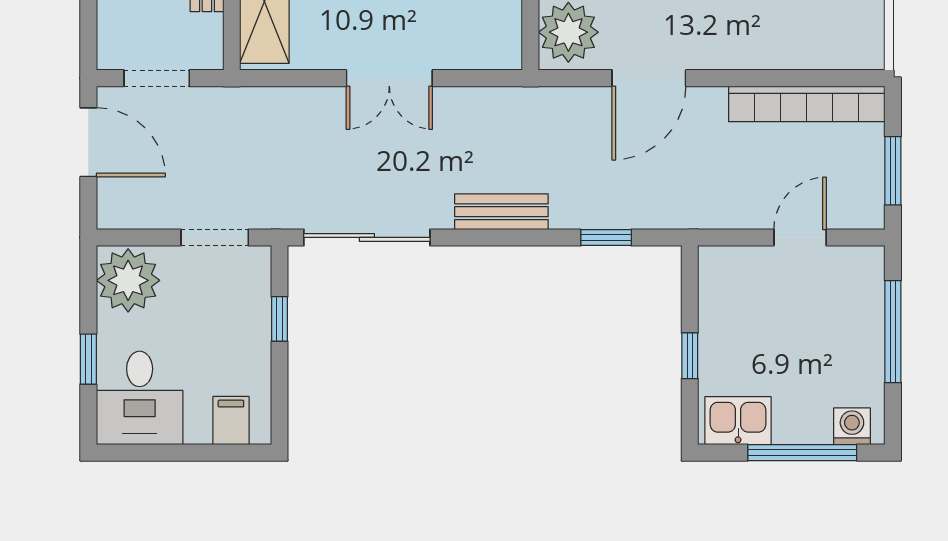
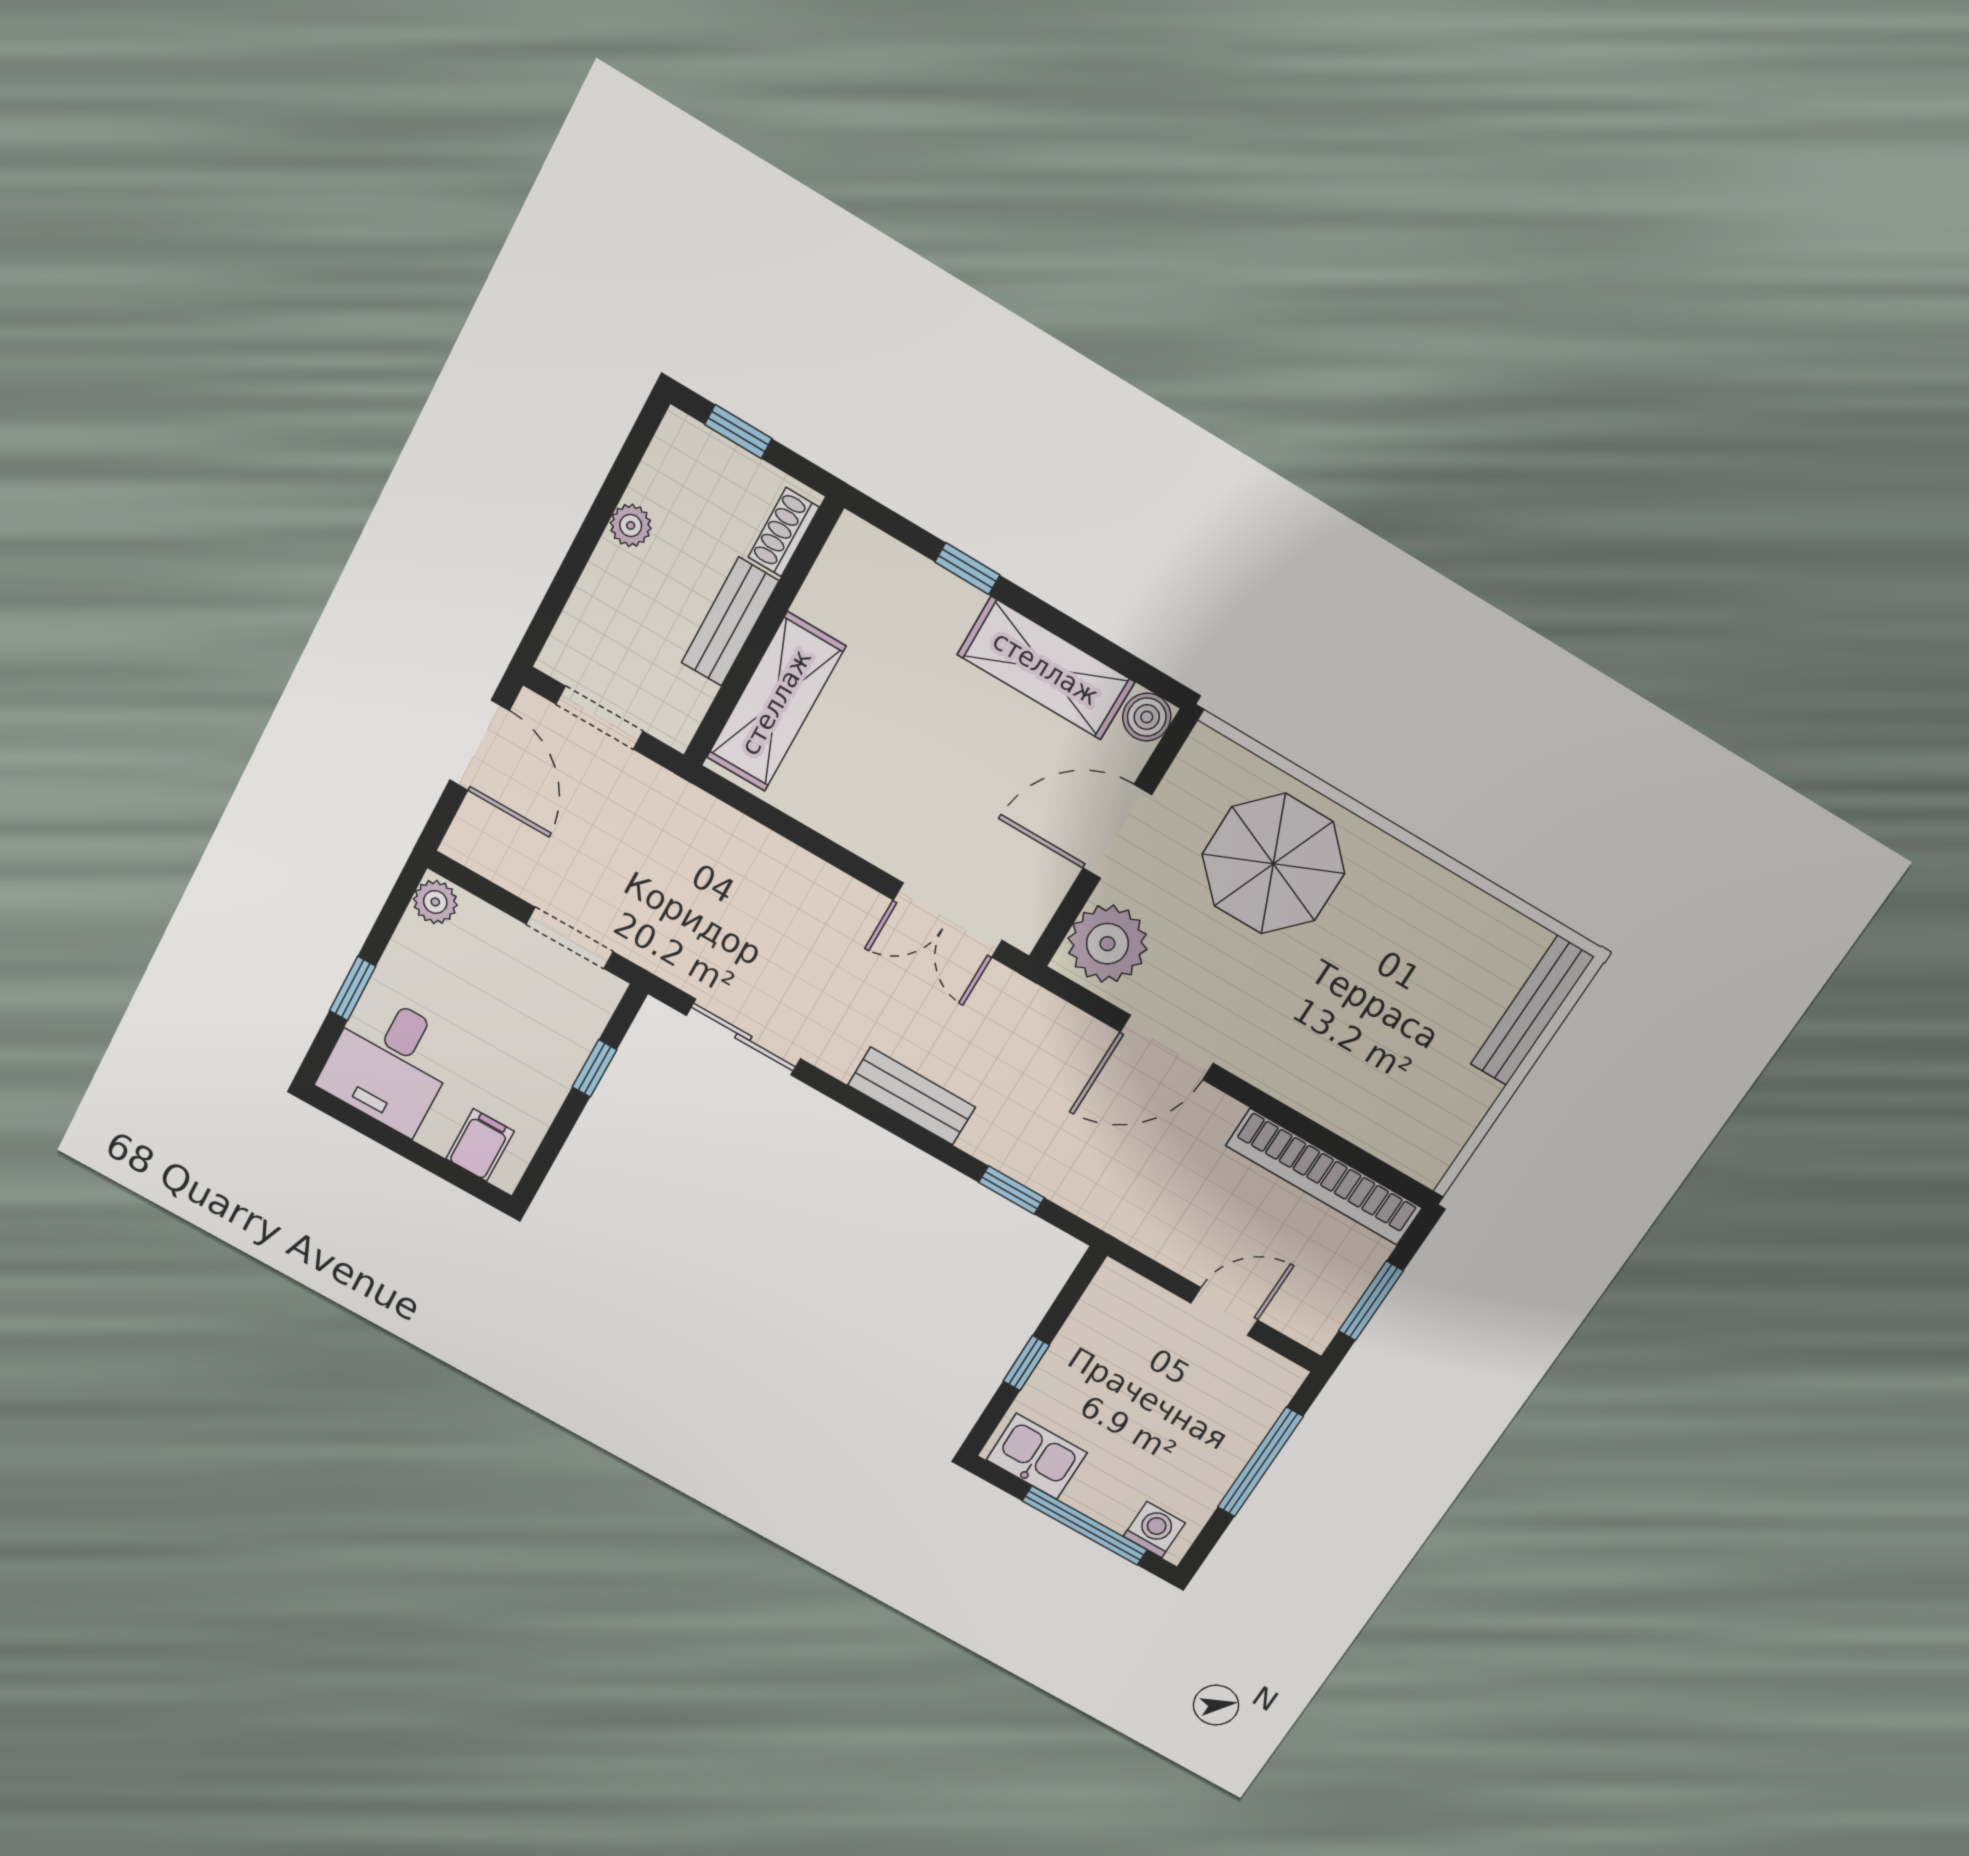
double door: (389, 78) -> (948, 920), moved
sliding door: (367, 237) -> (743, 1037), width x0.73
plant: (128, 280) -> (435, 902), width x0.53, depth x0.53

